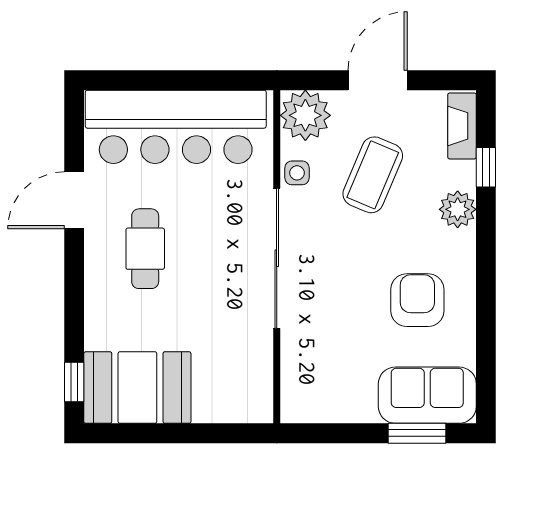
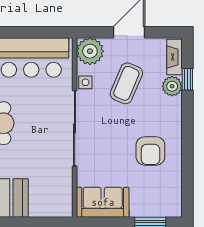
plant: (458, 209) -> (172, 86), moved
armchair: (417, 300) -> (150, 151), turned 180
sofa: (427, 395) -> (103, 202), moved

